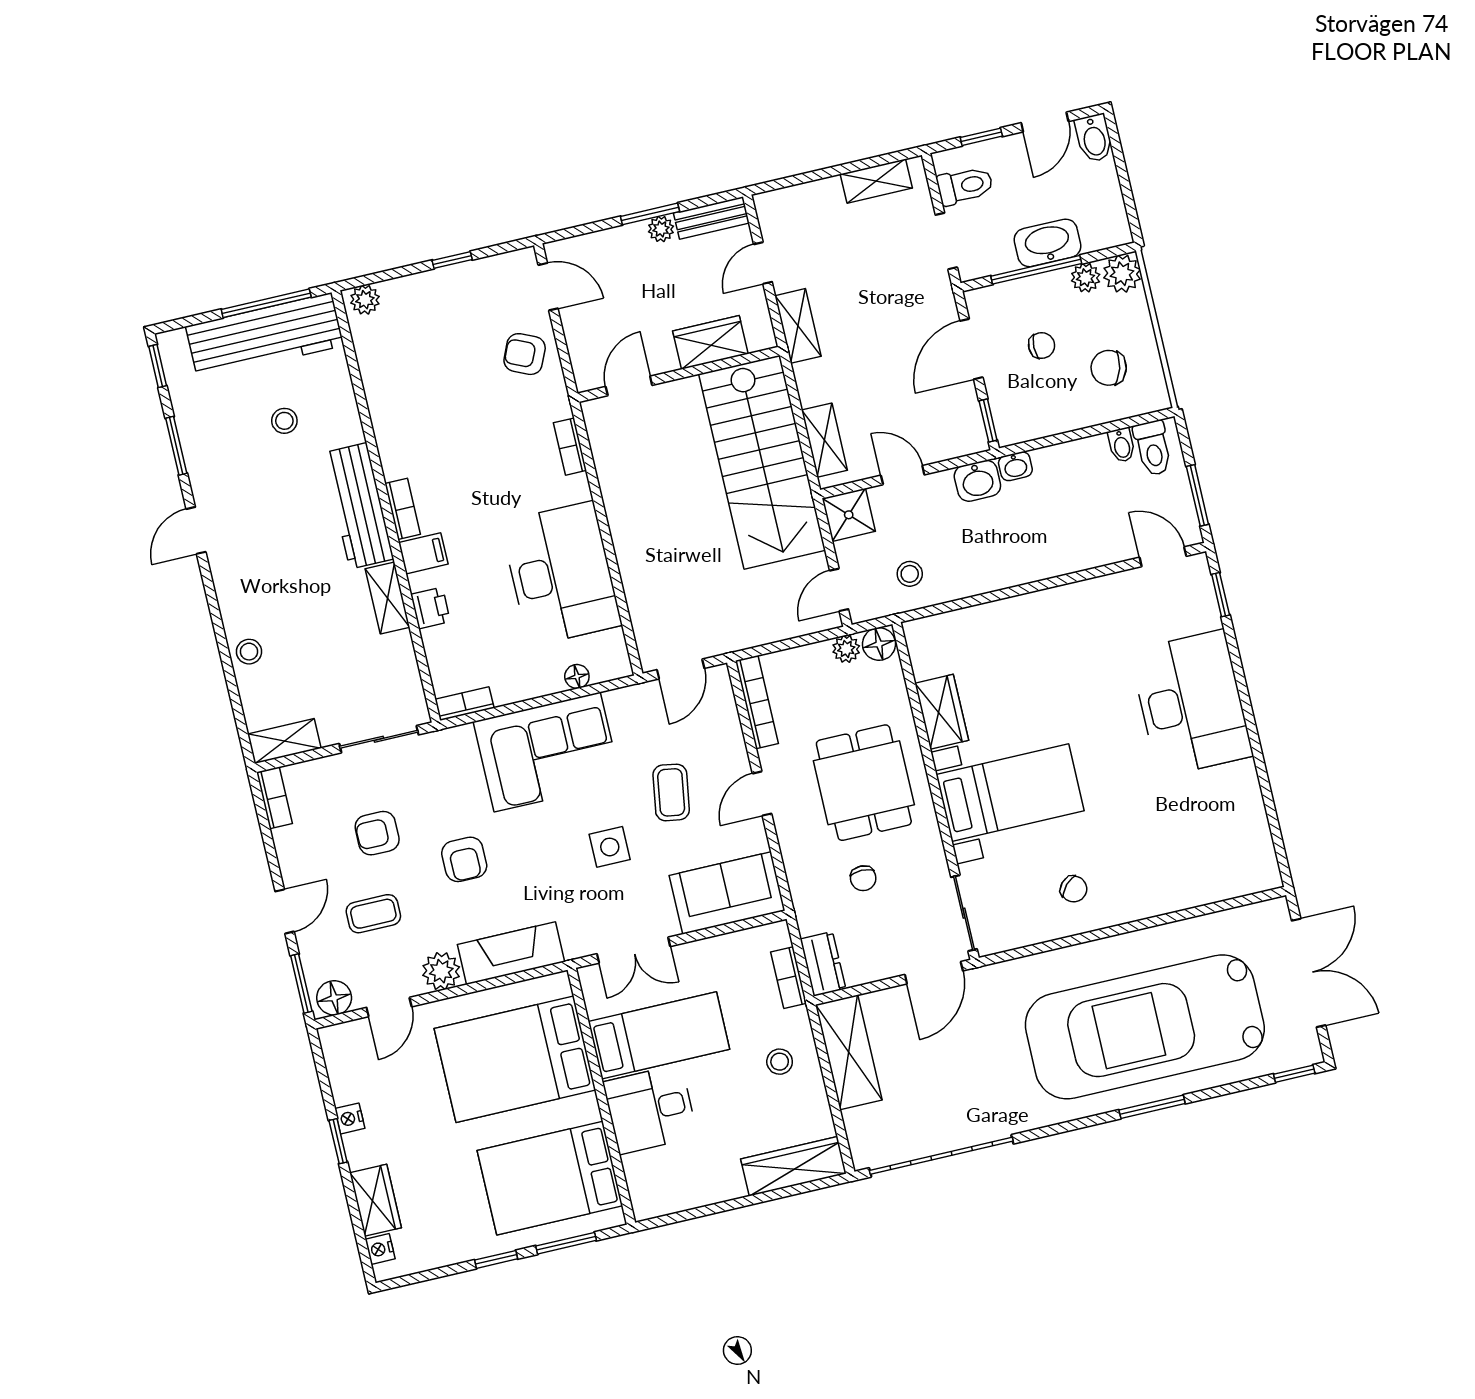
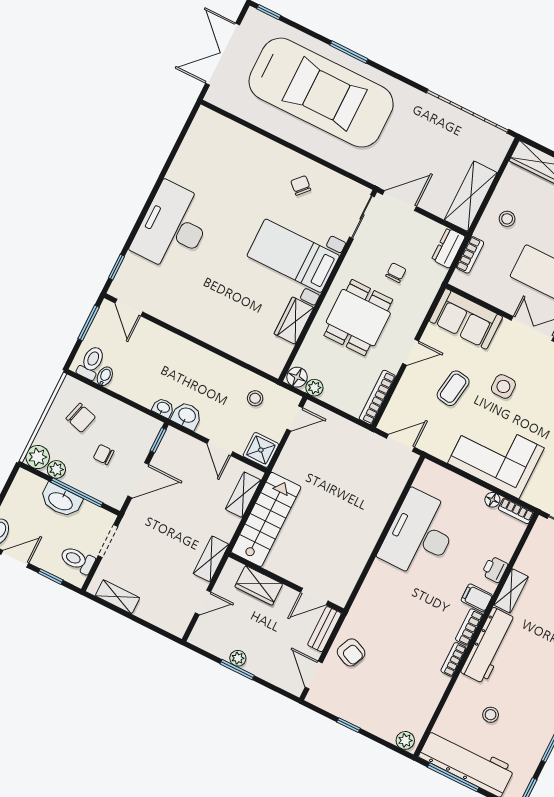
bench: (711, 218) -> (324, 629), moved, turned 90
bookcase: (570, 447) -> (454, 659), moved, turned 180
stairs: (762, 462) -> (266, 519), width x0.73, depth x0.66
floor lamp: (577, 676) -> (492, 500), moved

